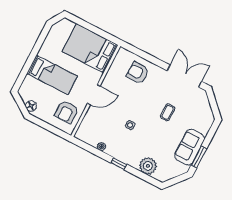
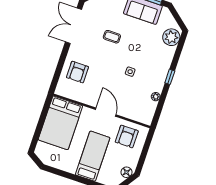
armchair: (66, 112) -> (127, 136), turned 90
plant: (148, 166) -> (171, 37), moved

